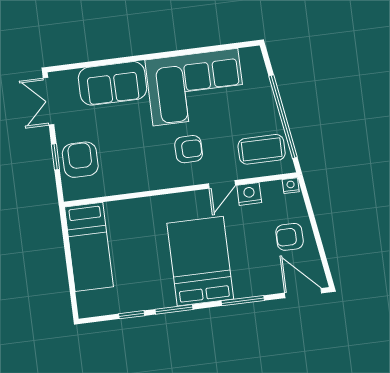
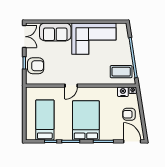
double door: (48, 101) -> (24, 37), swing flipped
armchair: (189, 149) -> (87, 67), removed
armchair: (80, 160) -> (36, 66), turned 90
door: (222, 184) -> (71, 86), moved
nightstand: (249, 194) -> (123, 92), moved
bed: (89, 247) -> (45, 120), moved, turned 180

